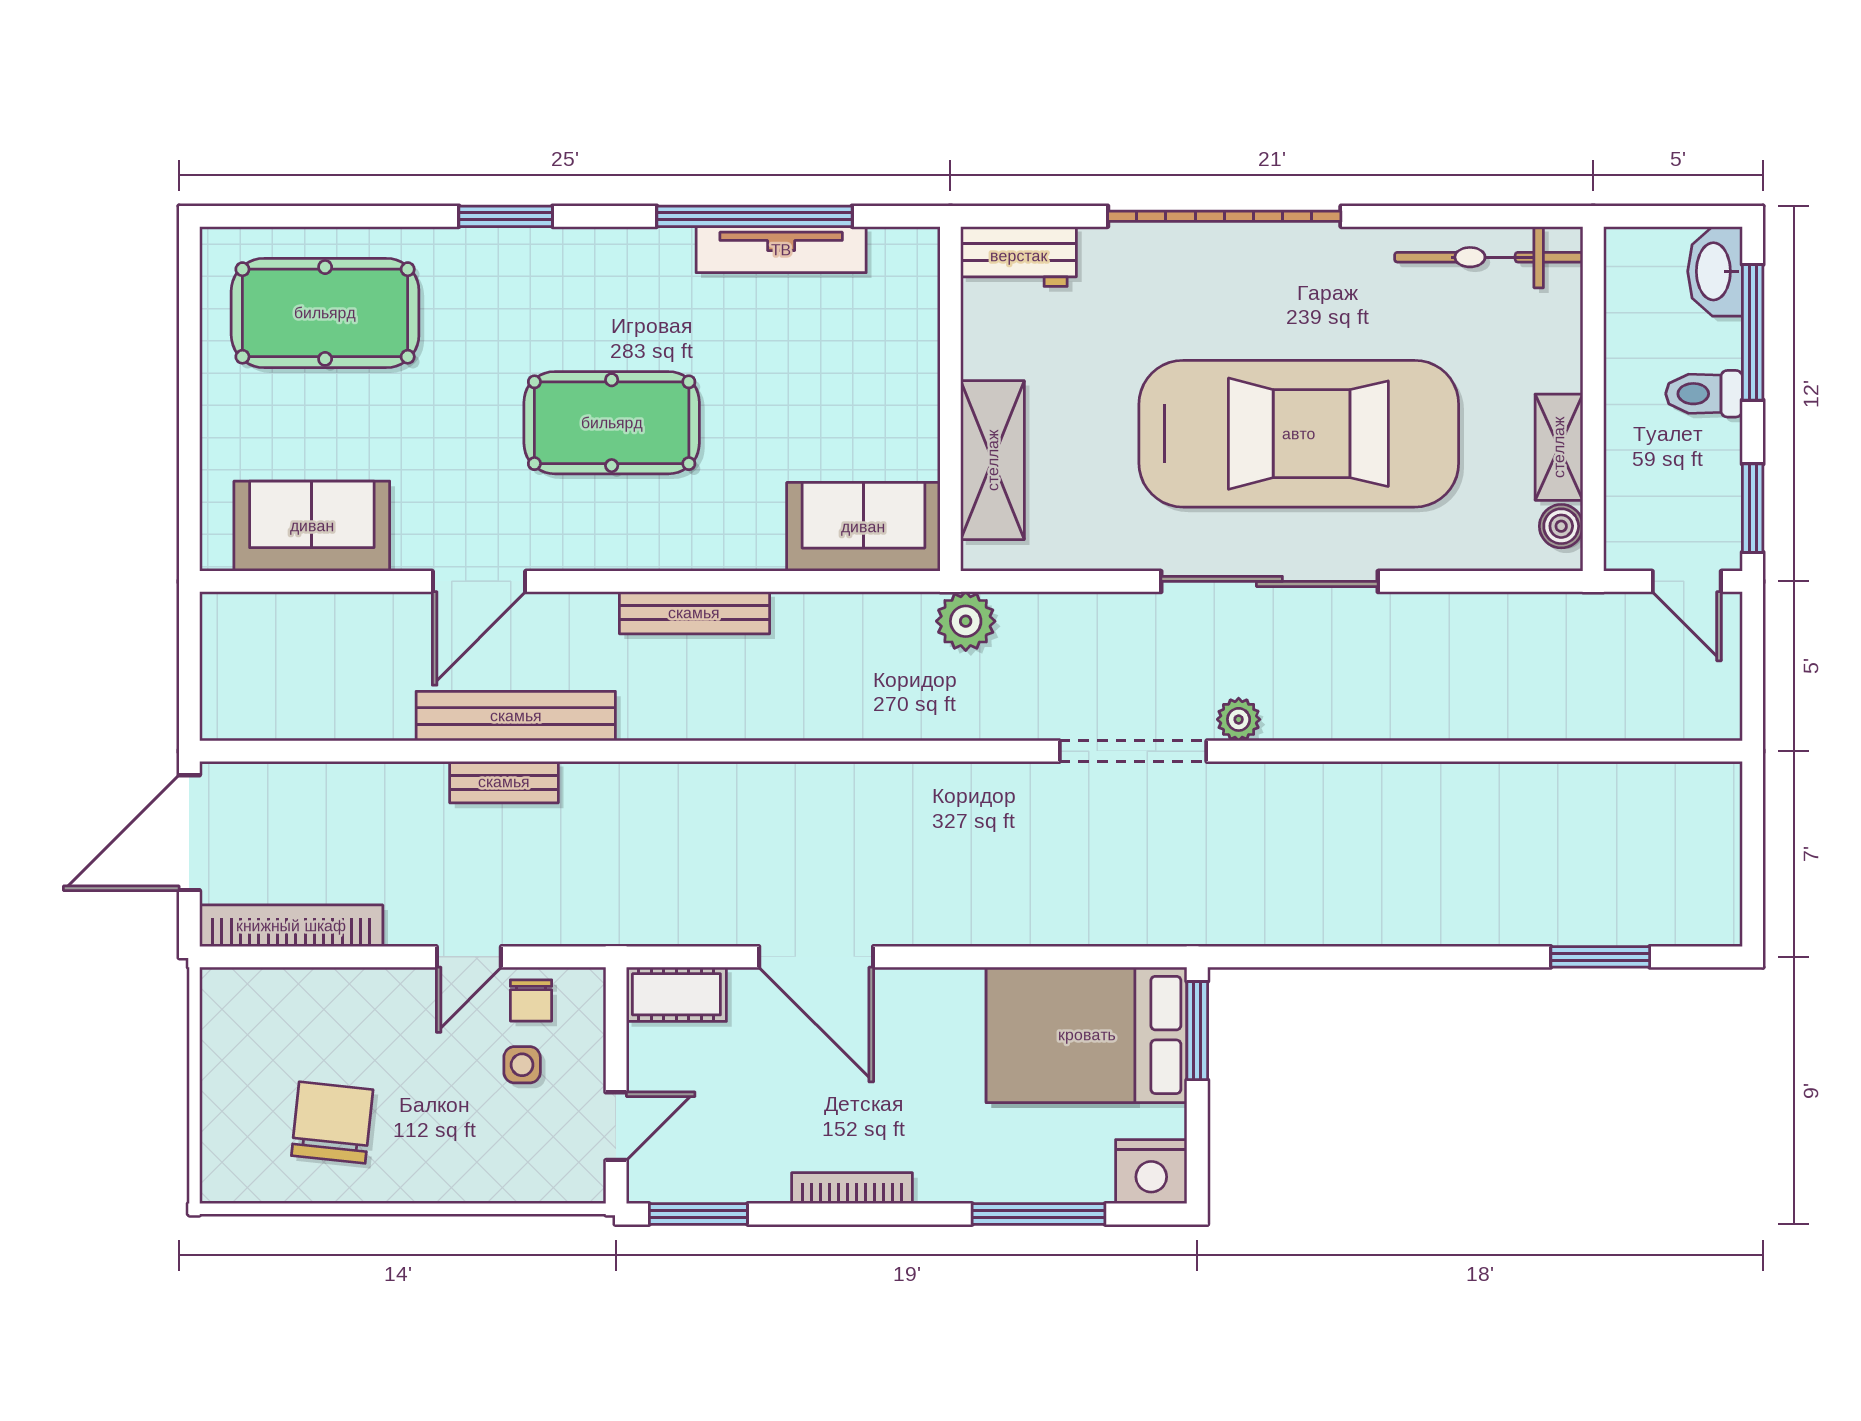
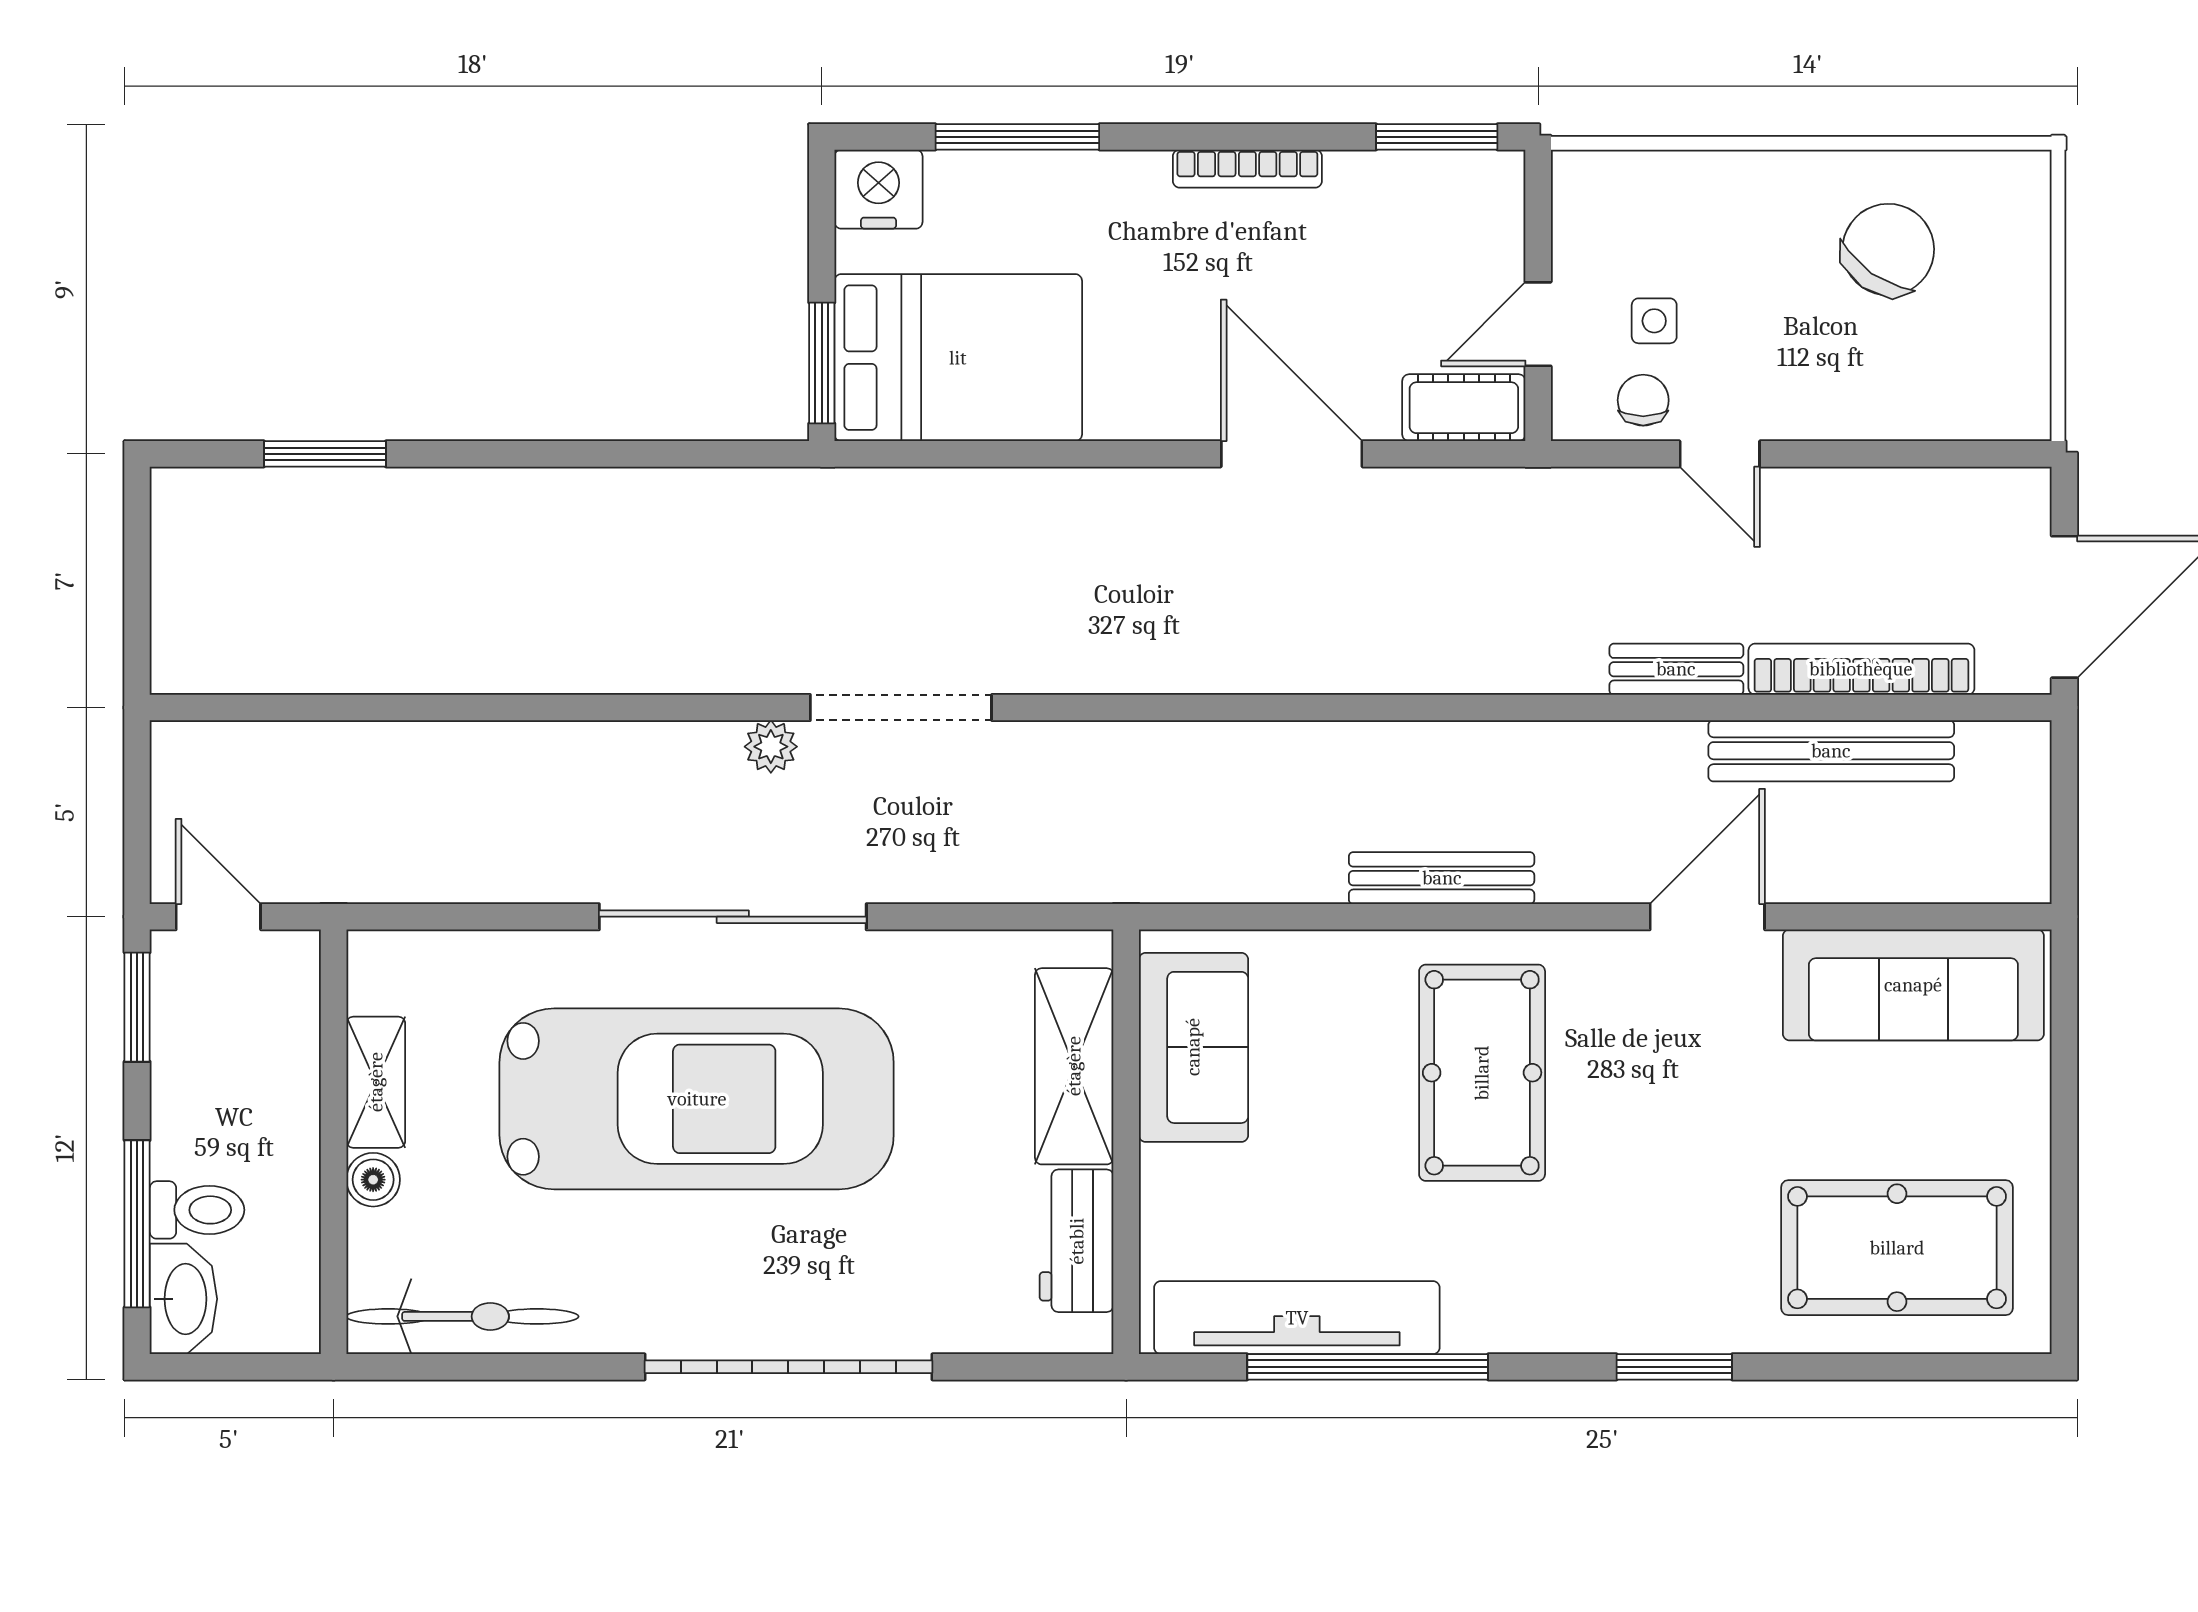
tv unit: (781, 250) -> (1297, 1318), width x1.36, depth x1.29
workbench: (1019, 256) -> (1077, 1241), moved, turned -90
toilet: (1704, 394) -> (197, 1210), moved
pool table: (612, 423) -> (1482, 1073), moved, turned 90
car: (1299, 434) -> (697, 1099), turned 180
sofa: (312, 526) -> (1913, 985), width x1.36
boiler: (1561, 526) -> (373, 1180), moved
sofa: (863, 527) -> (1193, 1047), moved, turned -90
plant: (966, 621) -> (1107, 868), removed
bench: (516, 716) -> (1831, 751), moved
bookcase: (291, 926) -> (1861, 669), moved, turned 180
door: (469, 957) -> (1720, 454), swing flipped
chair: (332, 1123) -> (1888, 250), turned -151
door: (616, 1126) -> (1538, 324), moved

